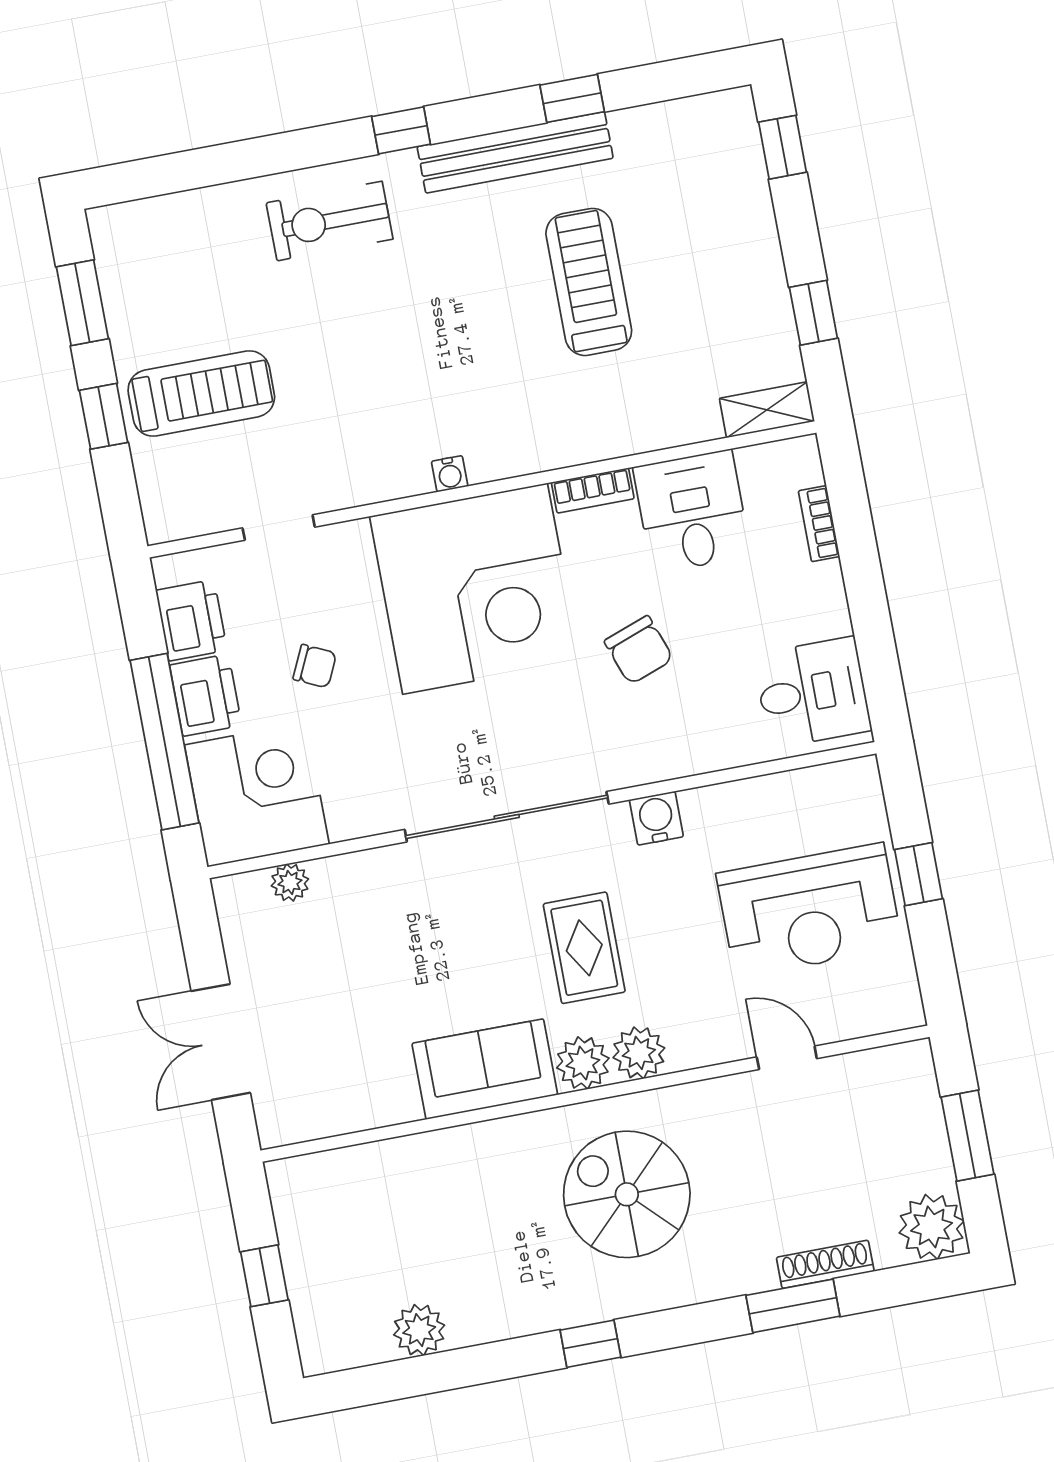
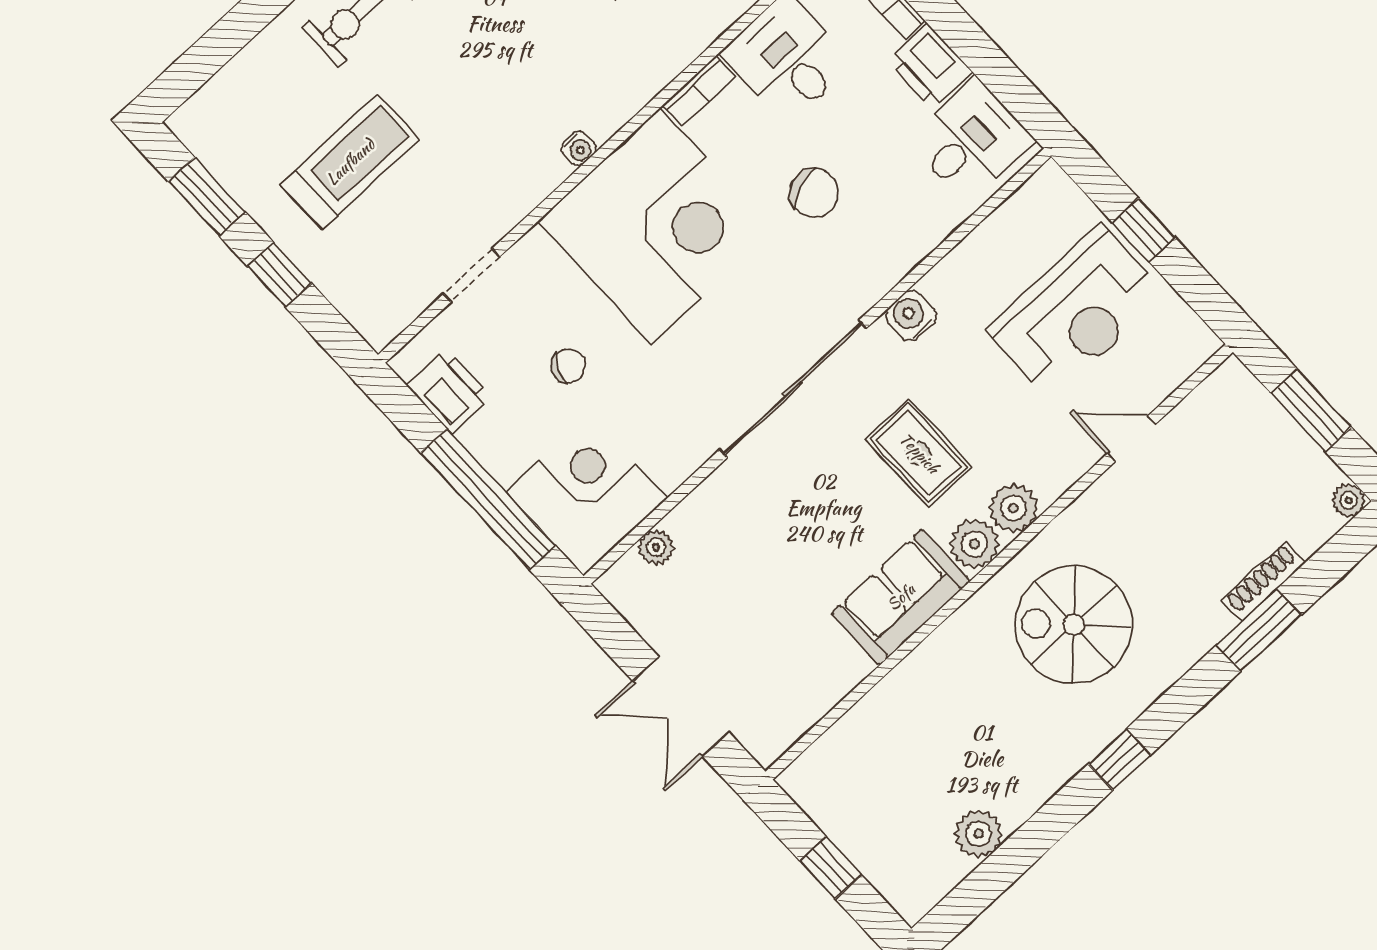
treadmill: (201, 393) -> (350, 162), moved
printer: (206, 695) -> (930, 67), moved, turned 180
plant: (932, 1227) -> (1349, 500), width x0.53, depth x0.53

